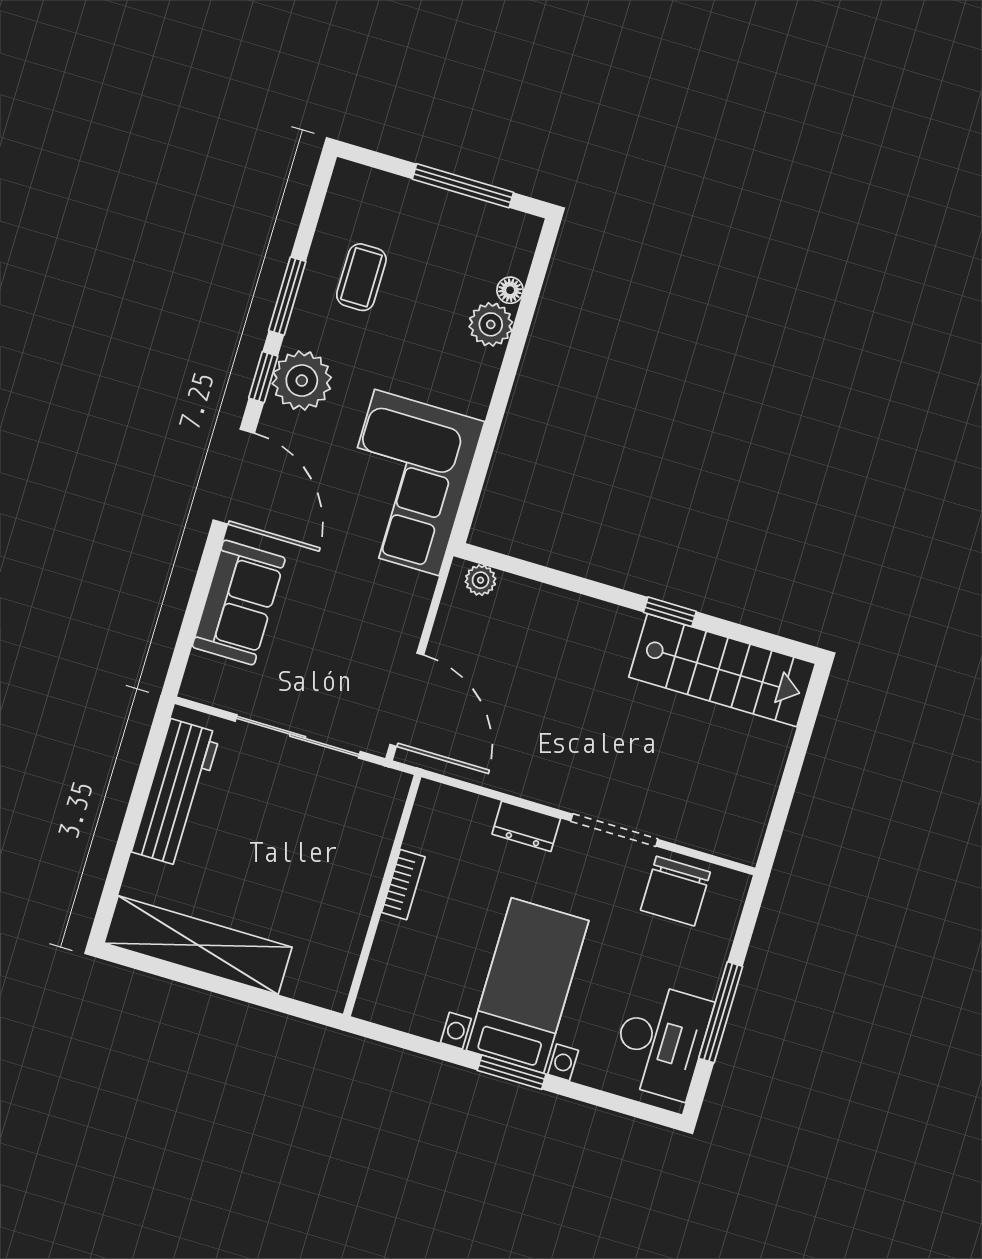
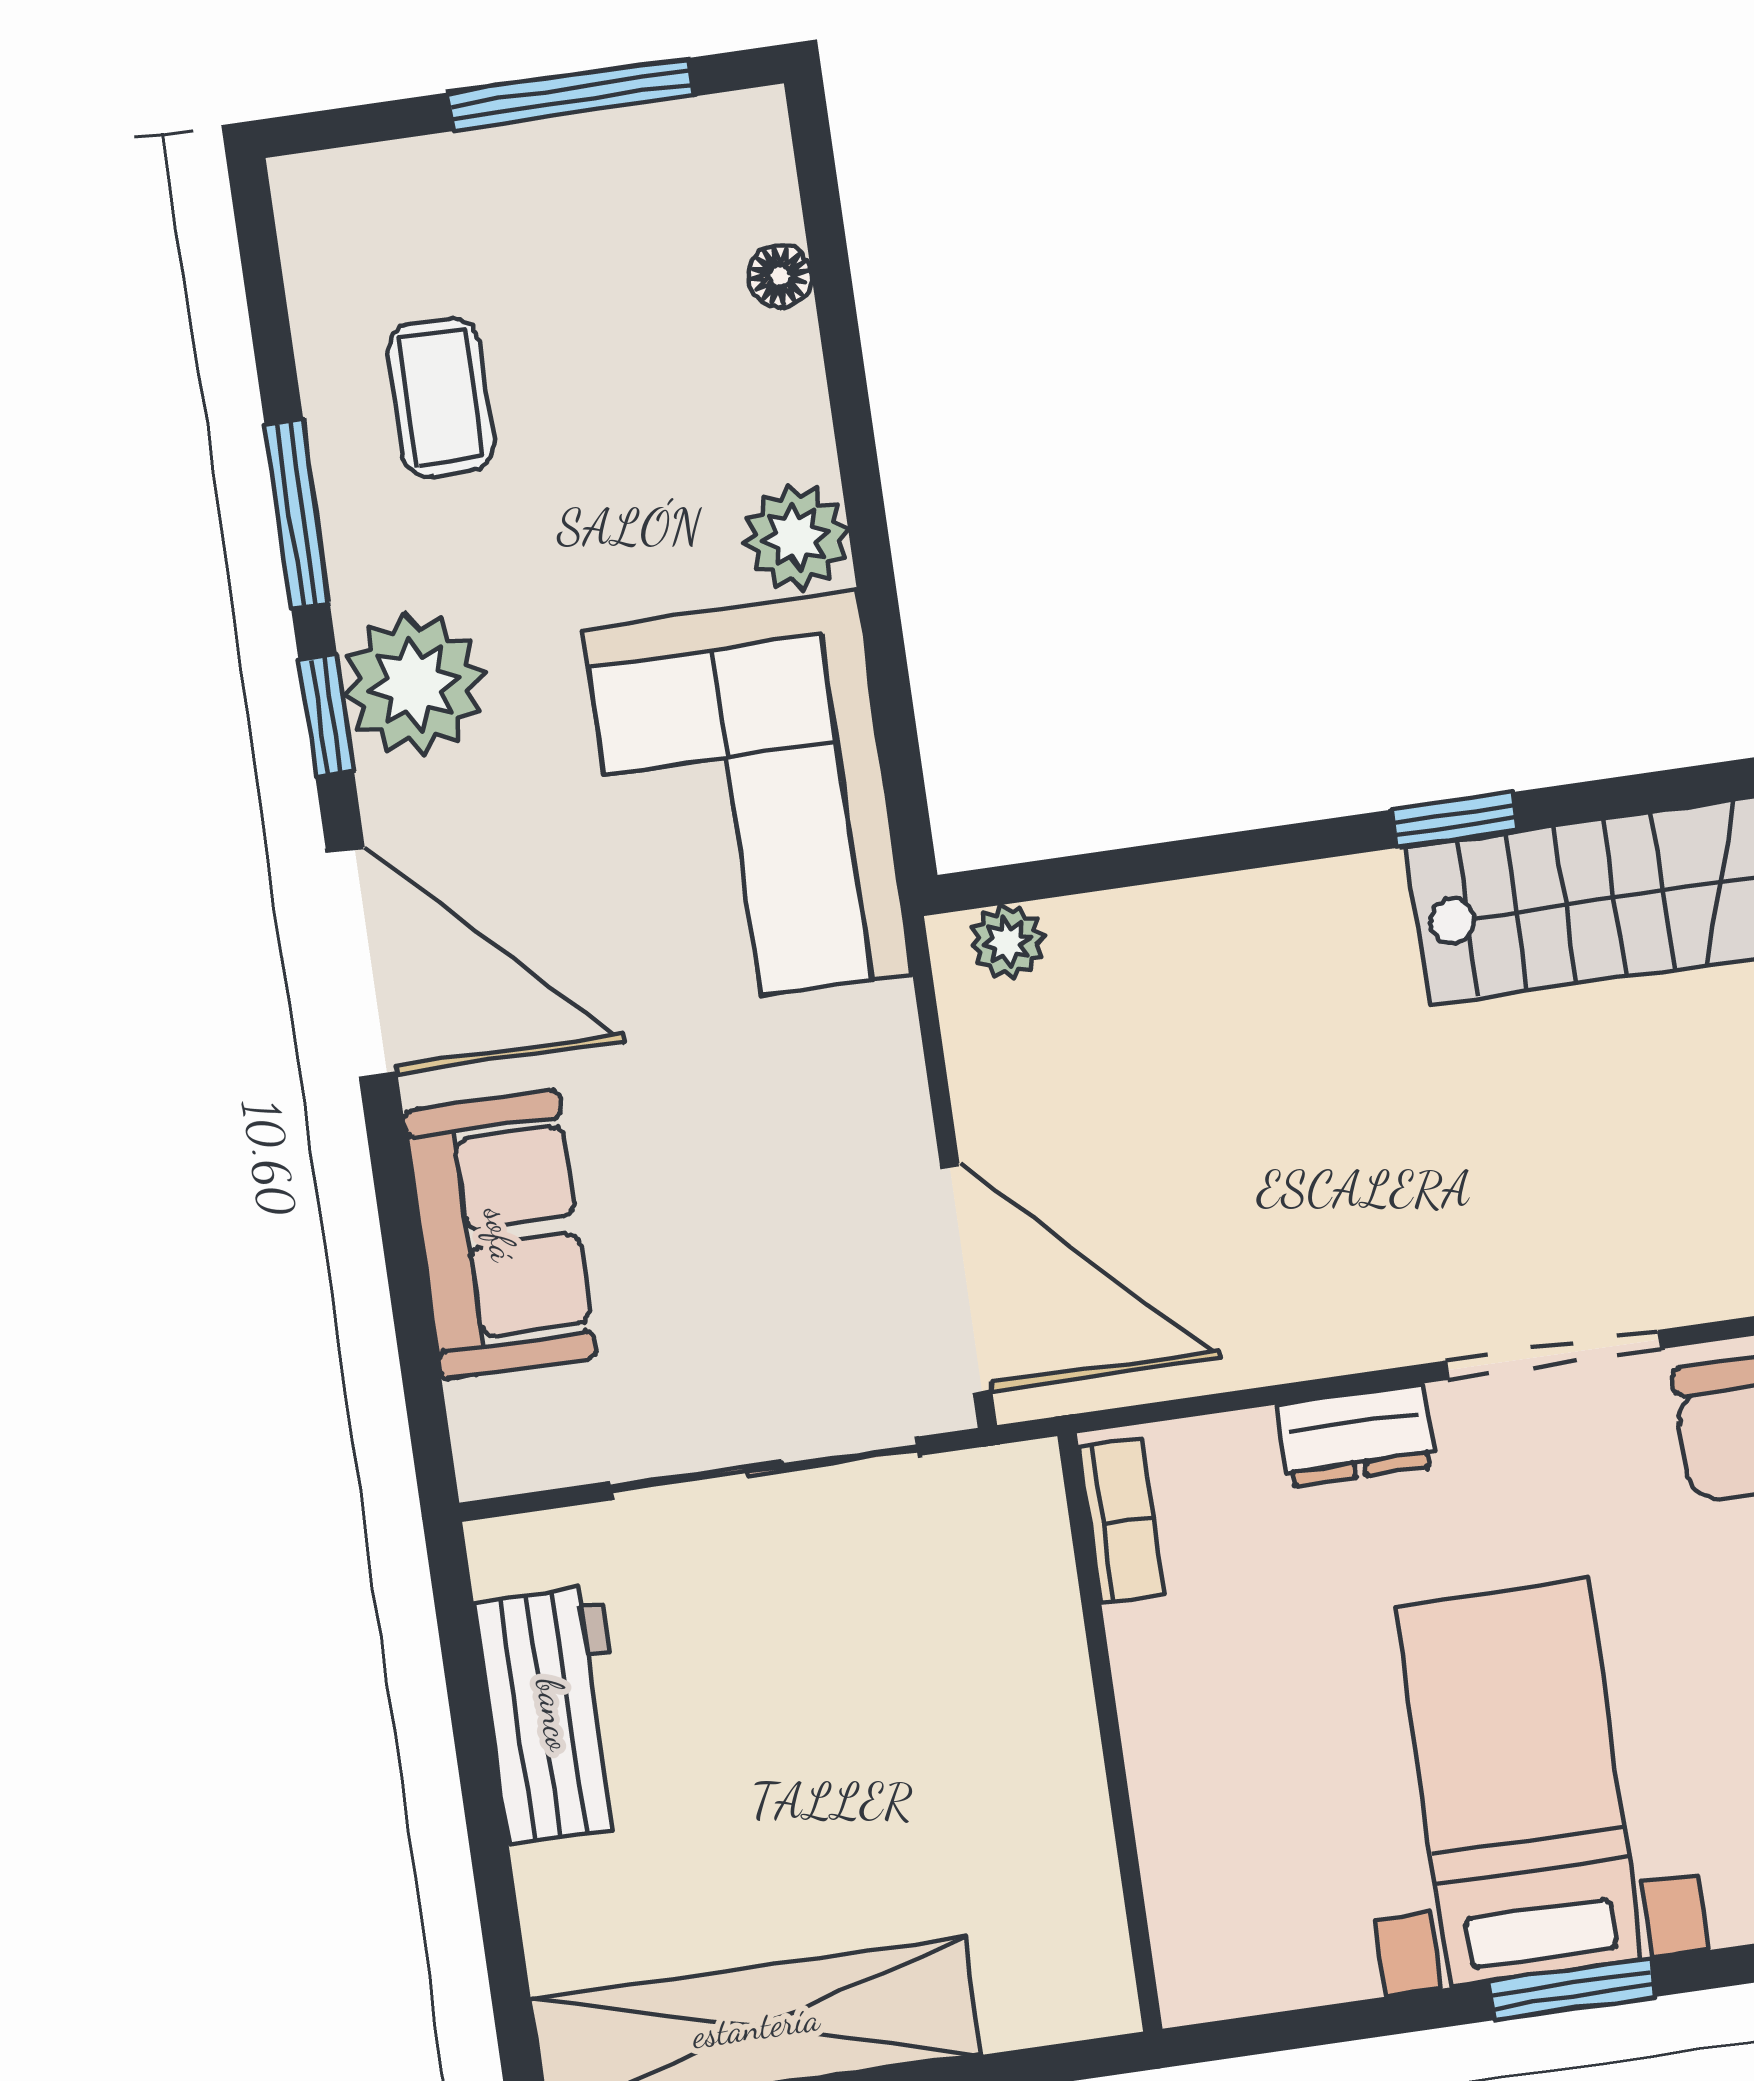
plant: (491, 324) -> (796, 537), moved
workbench: (176, 793) -> (554, 1715), width x0.73
bookcase: (403, 885) -> (1121, 1520), moved

